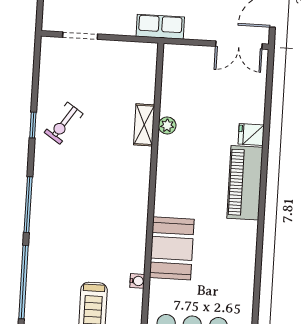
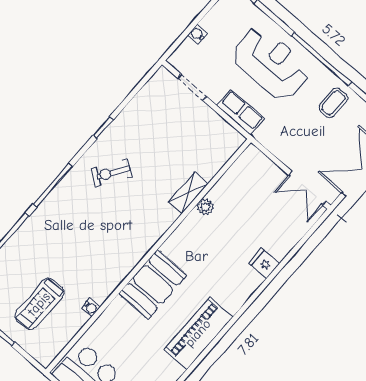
row of seats: (160, 27) -> (240, 112), moved
exercise bike: (64, 123) -> (112, 173), moved
piano: (245, 183) -> (198, 333), moved
booth: (172, 248) -> (153, 284), moved

